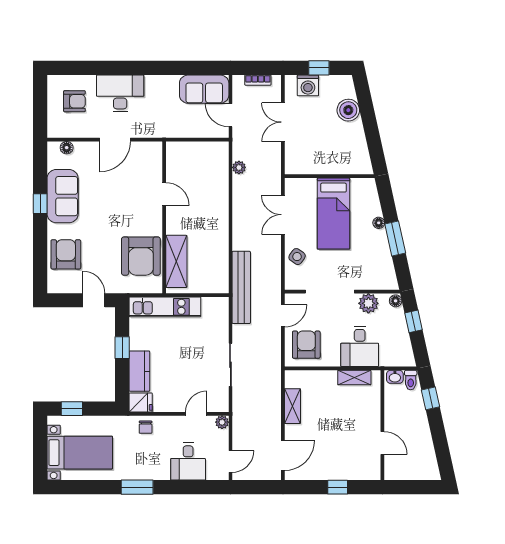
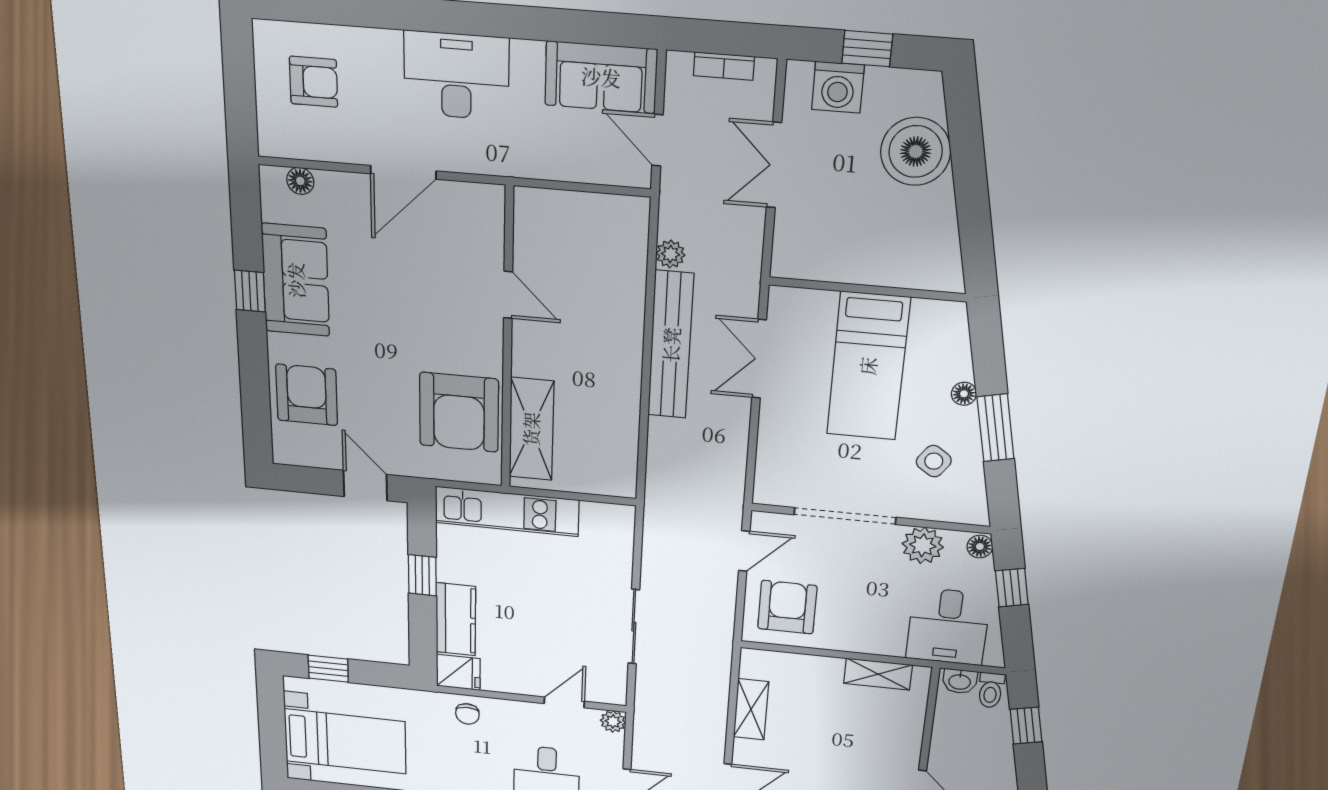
desk: (120, 93) -> (456, 76), moved
boiler: (348, 110) -> (916, 152), width x1.37, depth x1.37
side table: (297, 257) -> (934, 461), moved
bench: (241, 287) -> (671, 345), moved
desk: (360, 346) -> (948, 626), moved

